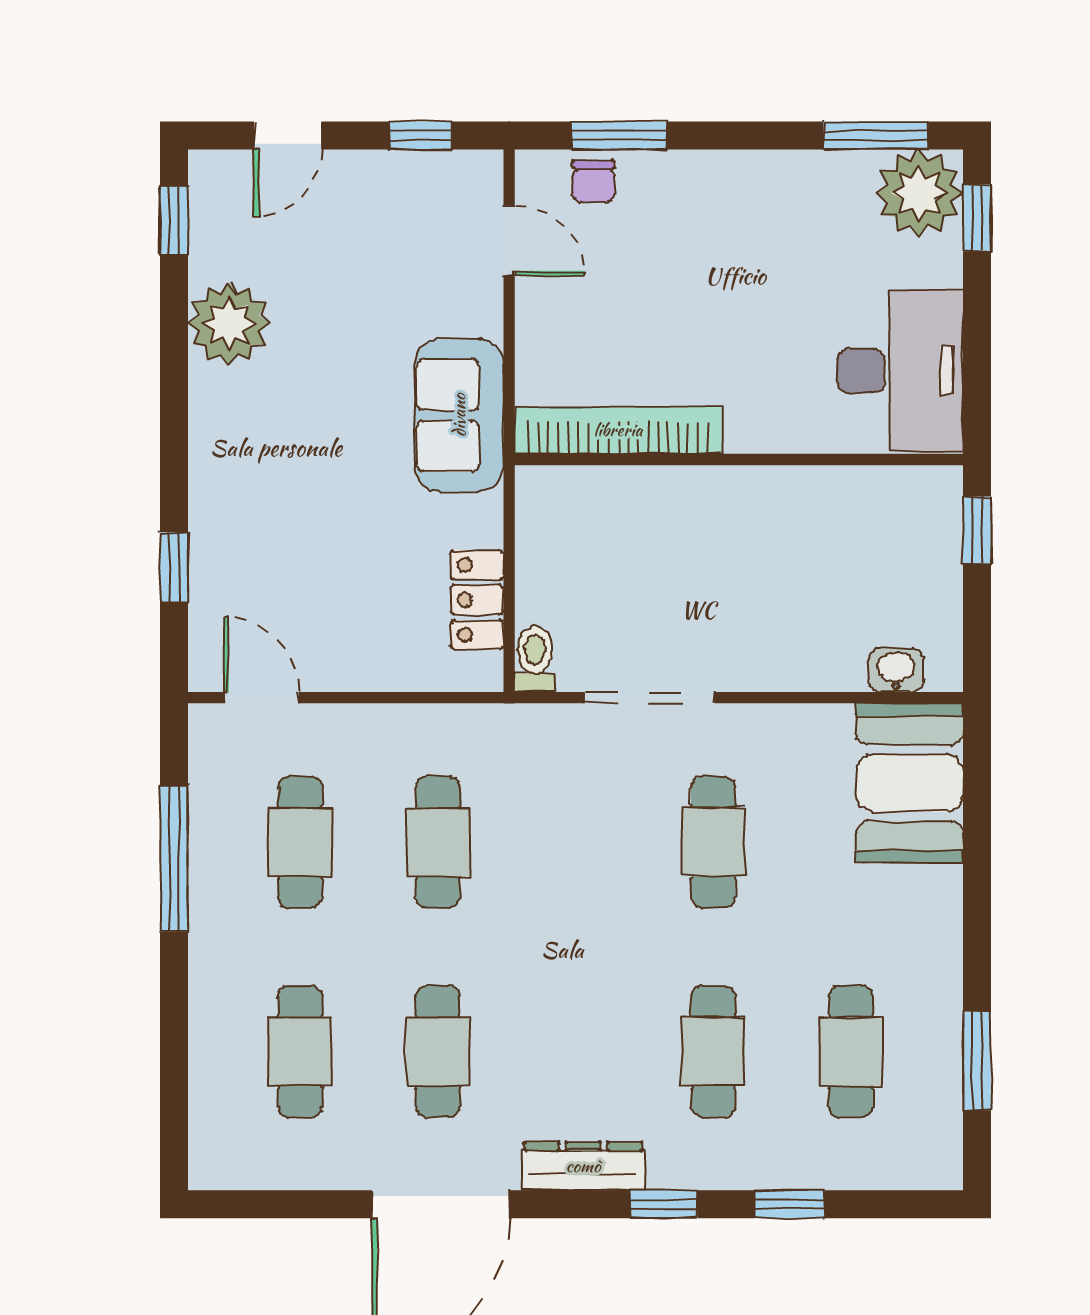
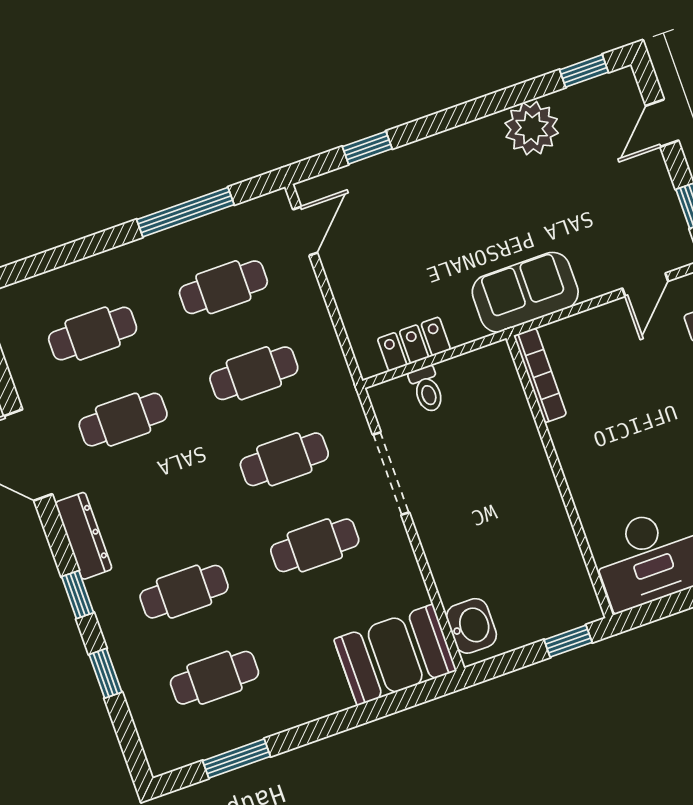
door: (288, 136) -> (662, 123), hinge flipped
bookcase: (618, 430) -> (540, 375), width x0.68, depth x0.76
toilet: (535, 659) -> (427, 389), moved, turned 90
washbasin: (896, 670) -> (471, 626), width x1.38, depth x1.45
cafe table: (576, 842) -> (284, 459), added

